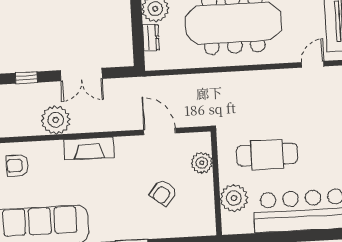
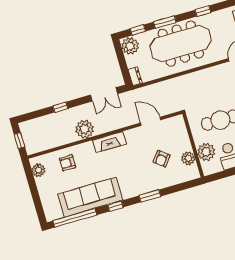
dresser: (151, 38) -> (135, 76), moved
double door: (81, 75) -> (104, 94), moved
plant: (202, 163) -> (188, 158), moved

